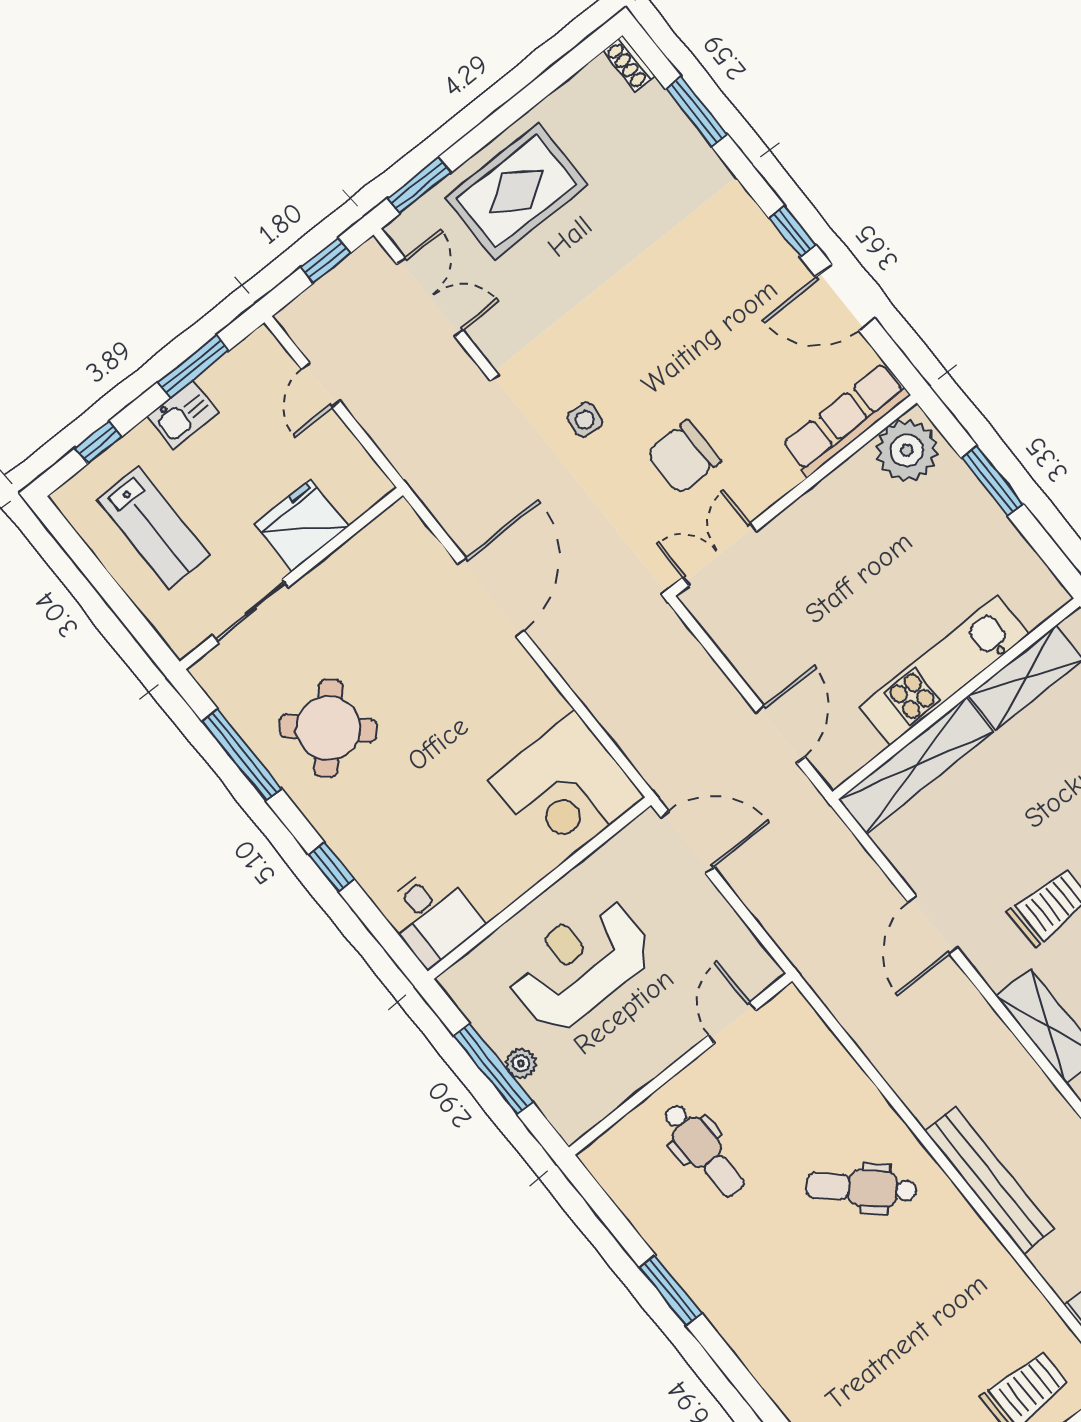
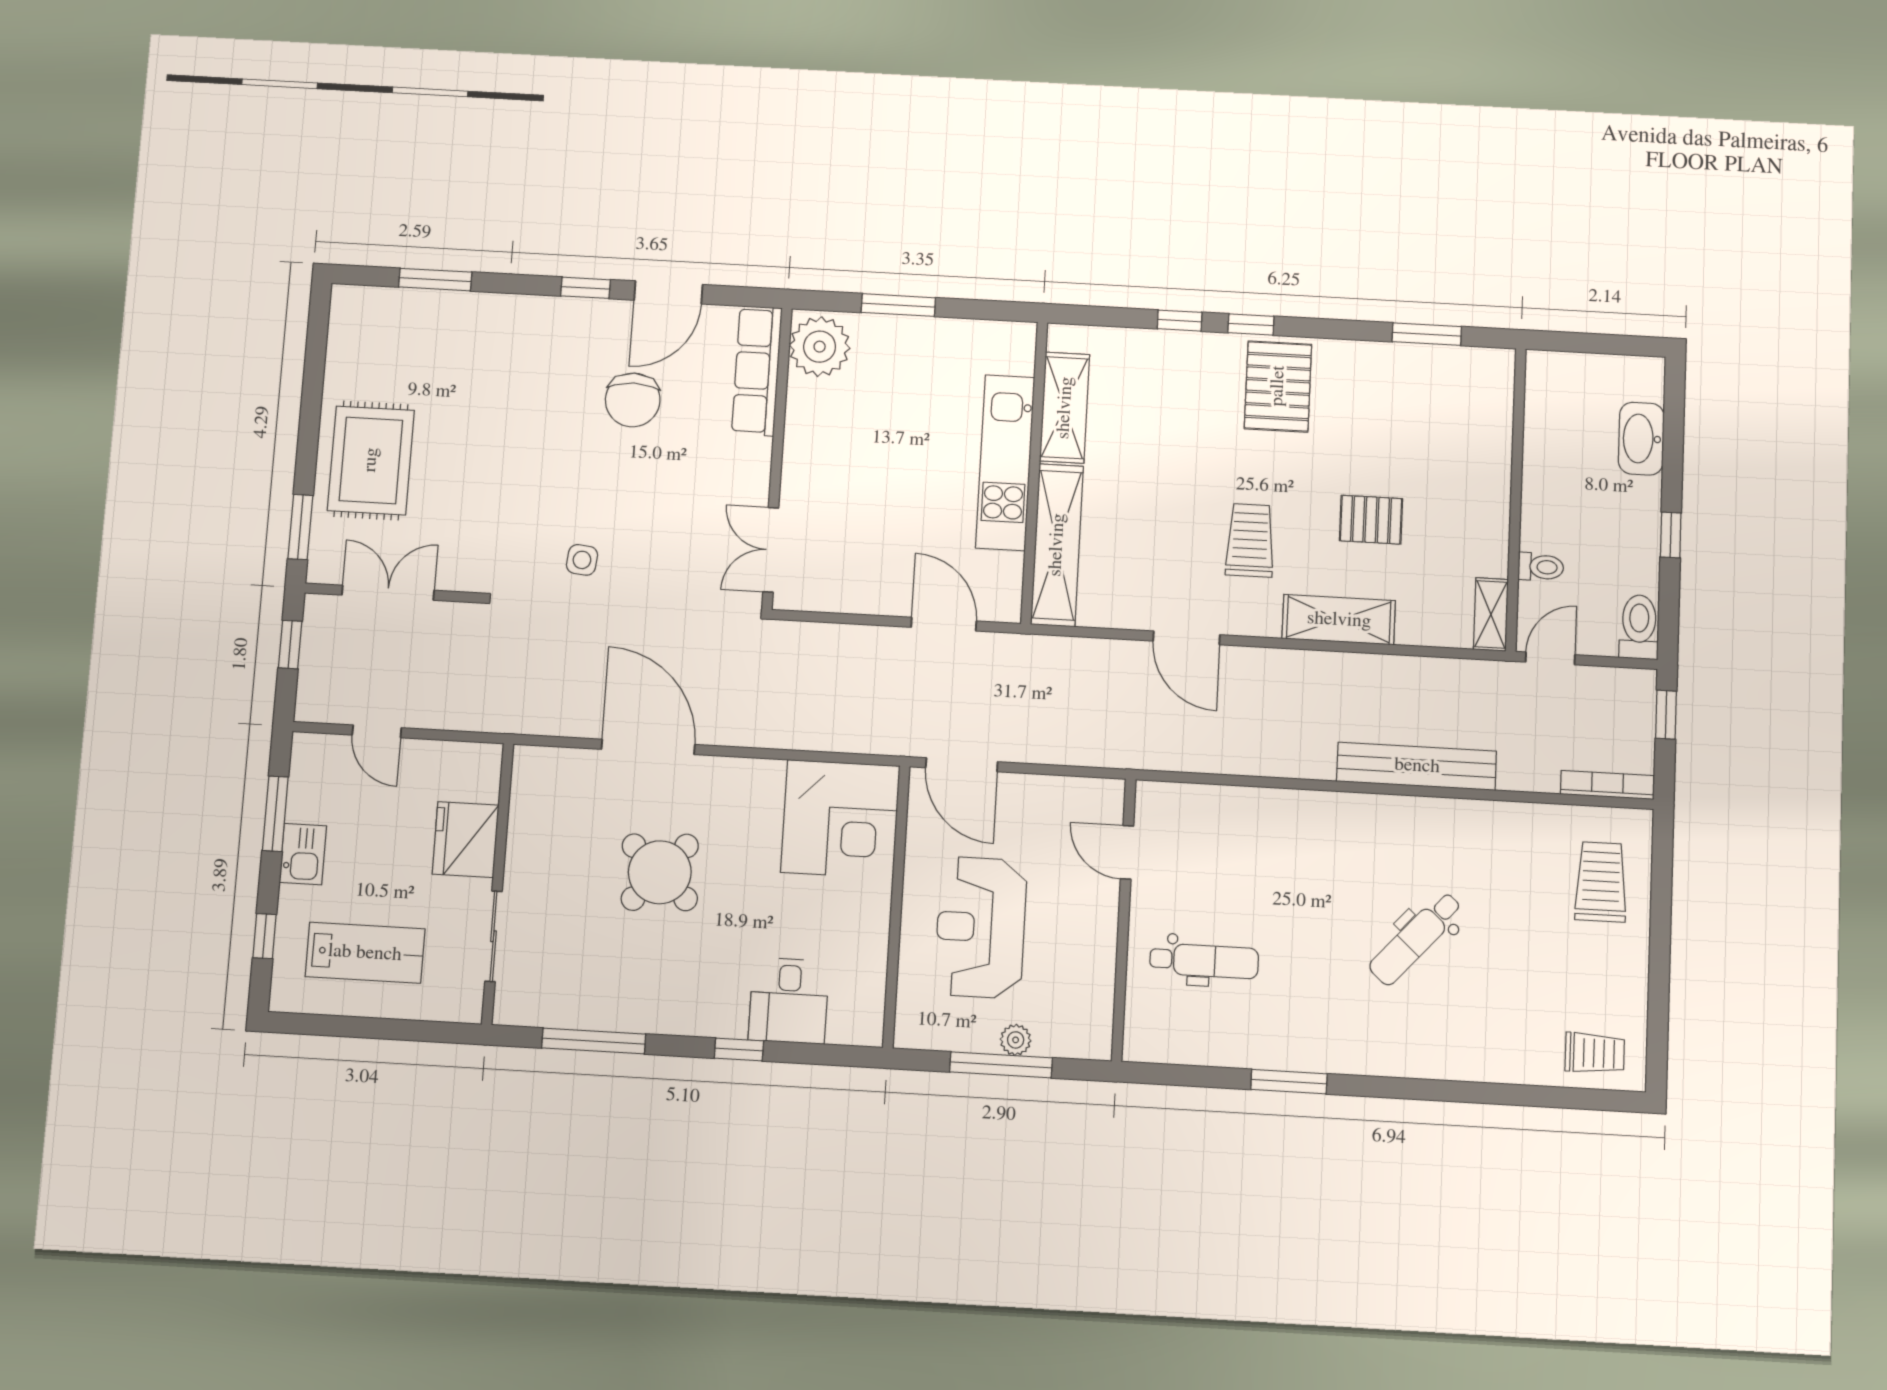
shoe rack: (629, 63) -> (356, 297), removed
chair: (683, 457) -> (633, 400), moved
round table: (328, 728) -> (660, 872), moved
door: (687, 842) -> (962, 765), swing flipped
desk: (432, 916) -> (789, 1001), moved, turned 90
dental chair: (862, 1188) -> (1416, 938), moved

